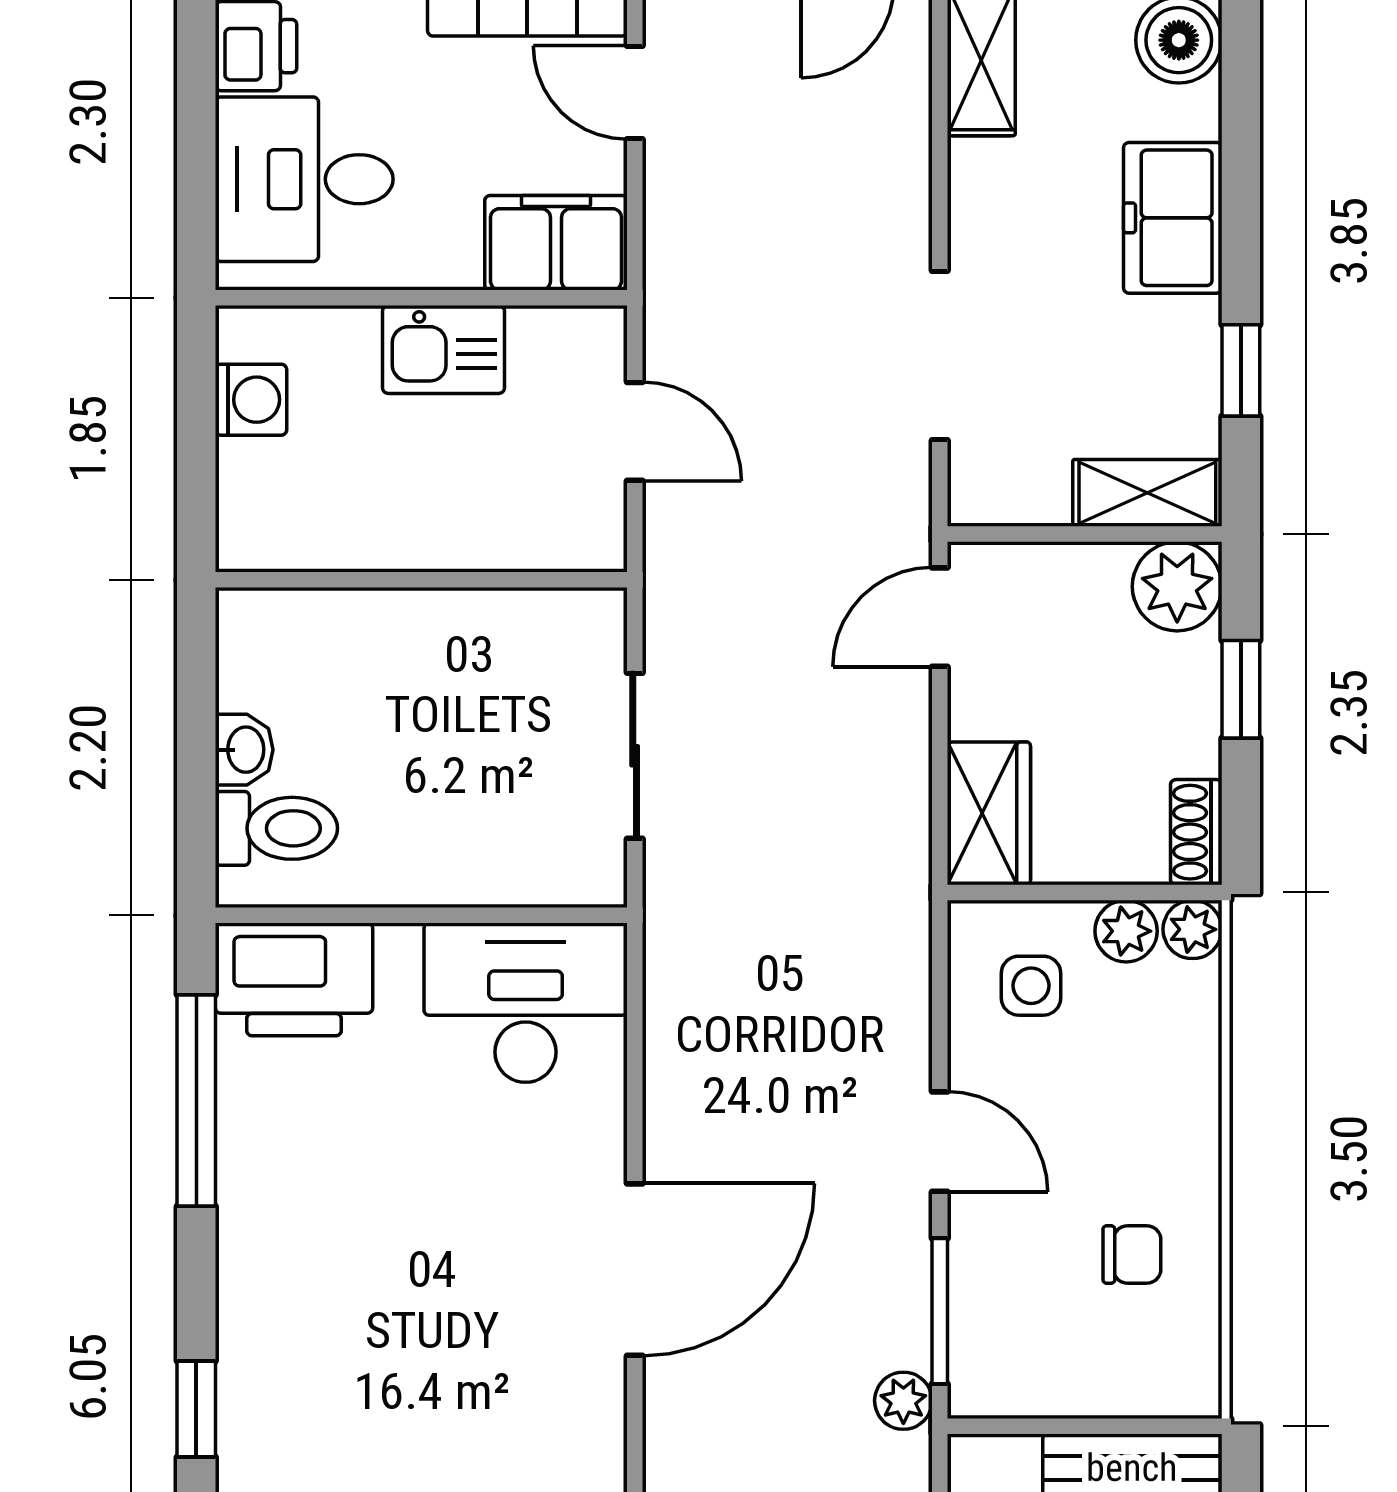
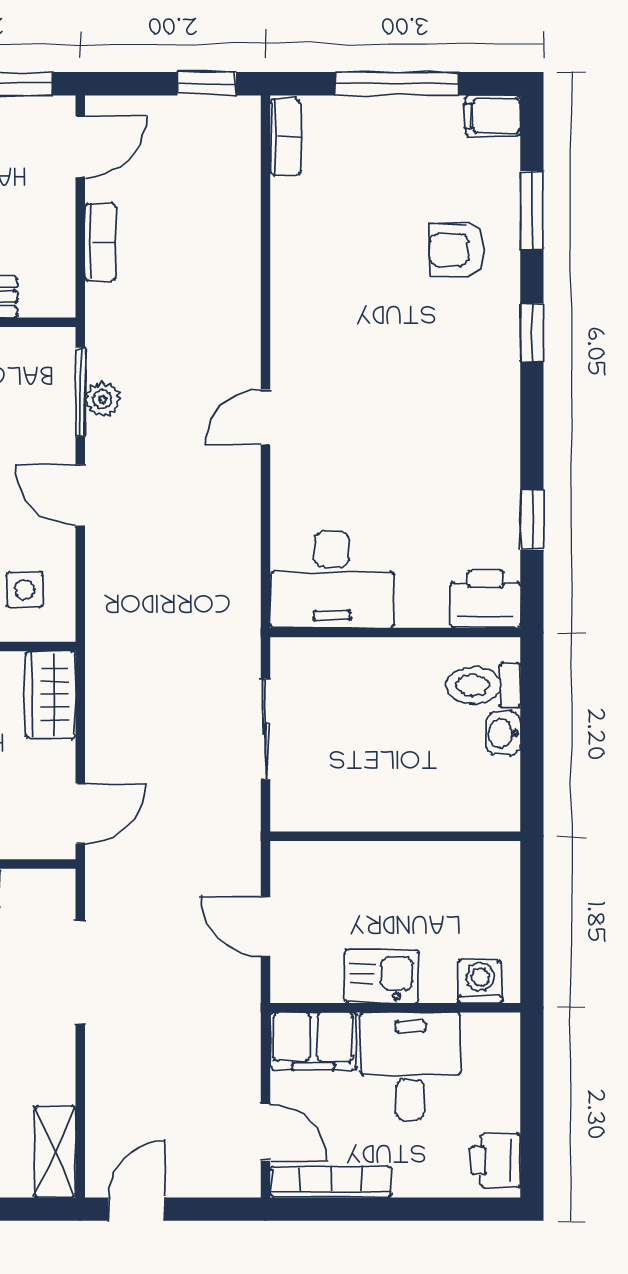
desk: (304, 179) -> (410, 1066), moved, turned -90
washing machine: (251, 400) -> (480, 981), moved, turned 90
printer: (294, 979) -> (486, 599), width x0.73, depth x0.84
window: (196, 1101) -> (532, 520), width x0.46
door: (635, 1270) -> (266, 417), width x0.53
plant: (903, 1401) -> (102, 399), moved

